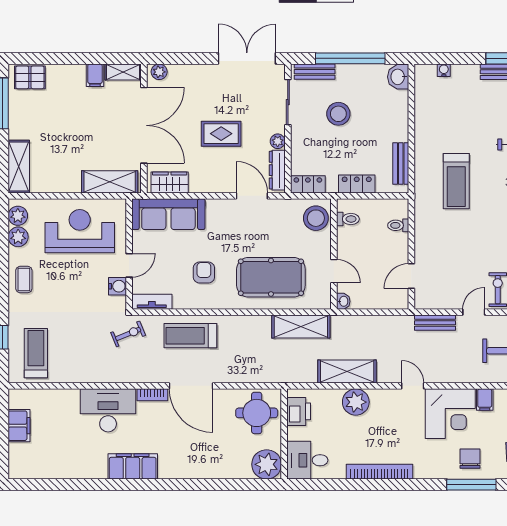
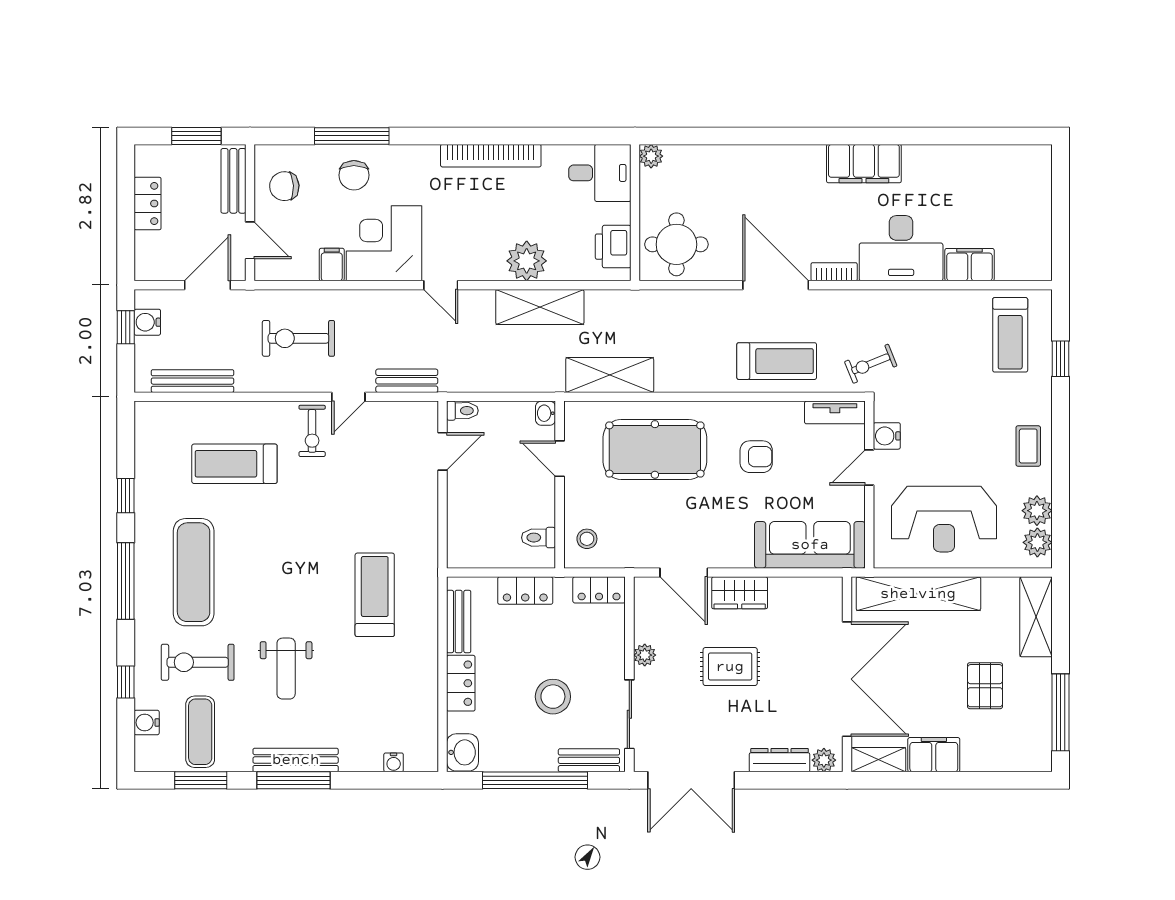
filing cabinet: (95, 75) -> (934, 755), width x2.00
pallet: (30, 77) -> (985, 686), moved, turned 90
locker: (399, 123) -> (461, 683), added
double door: (144, 125) -> (847, 679), swing flipped
dresser: (277, 170) -> (780, 760), moved, turned -90
shelving: (110, 182) -> (918, 594), width x1.47
wardrobe: (170, 182) -> (740, 593), moved
stool: (316, 218) -> (587, 539), width x0.53, depth x0.53
toilet: (398, 225) -> (462, 411), moved
armchair: (204, 273) -> (756, 457), turned -90
filing cabinet: (19, 426) -> (970, 265), moved, turned 90
plant: (267, 464) -> (651, 156), width x0.53, depth x0.53

